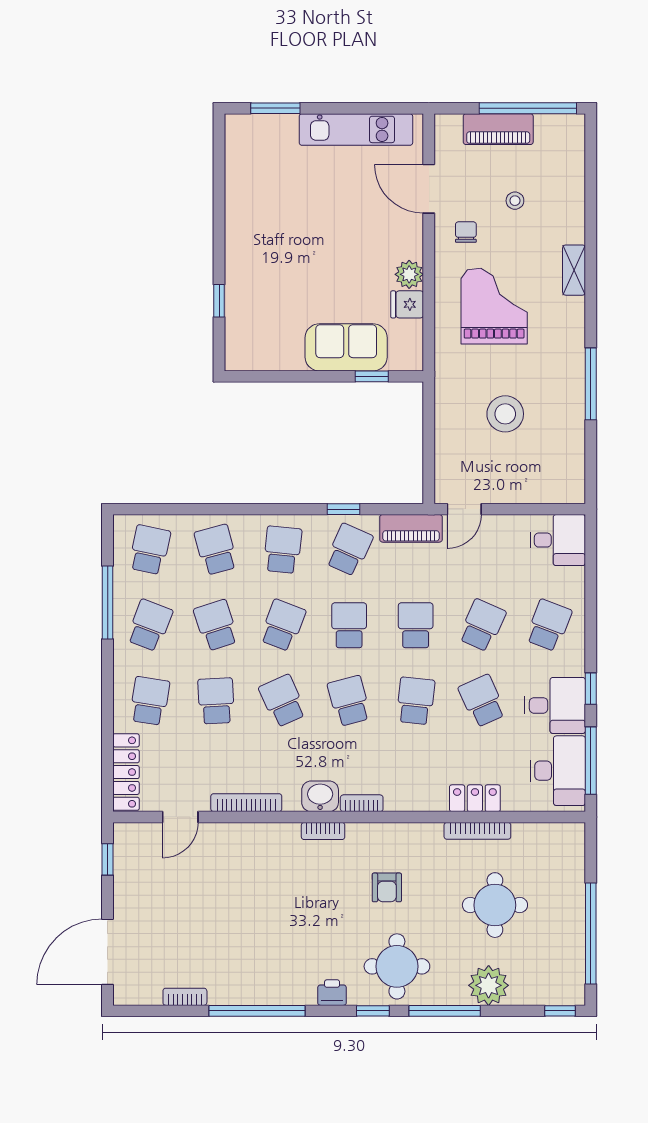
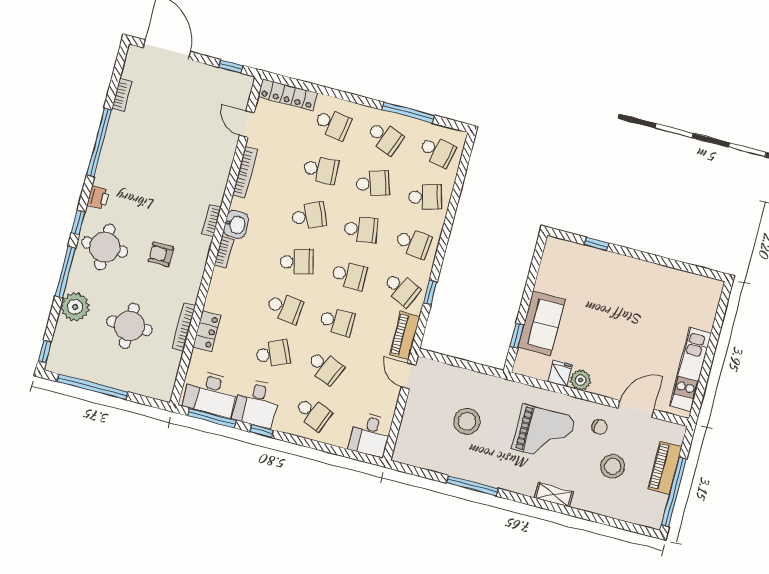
window: (275, 108) -> (719, 317), removed
stool: (515, 201) -> (613, 466), width x1.89, depth x1.89
school desk: (283, 625) -> (361, 229), turned -30

